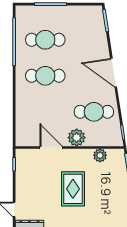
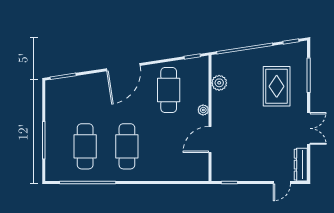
plant: (77, 138) -> (203, 110), width x0.53, depth x0.53
rug: (73, 189) -> (277, 86), moved, turned 90

